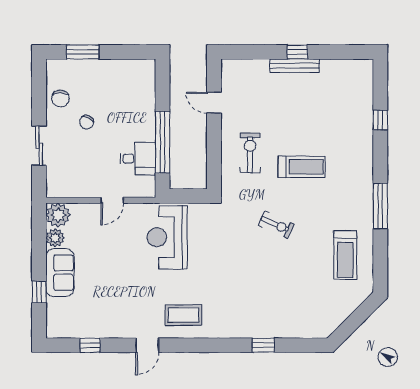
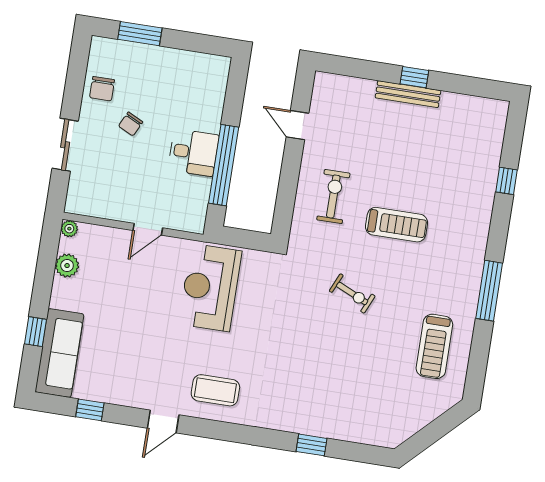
desk: (138, 159) -> (193, 153), moved
plant: (58, 215) -> (69, 229), width x0.53, depth x0.53
sofa: (60, 273) -> (59, 353), moved, width x1.36

